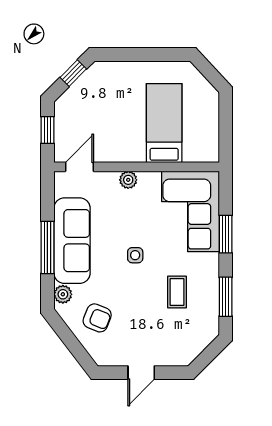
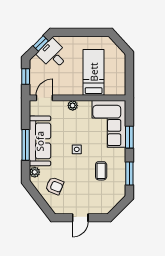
desk: (94, 92) -> (53, 54), added

